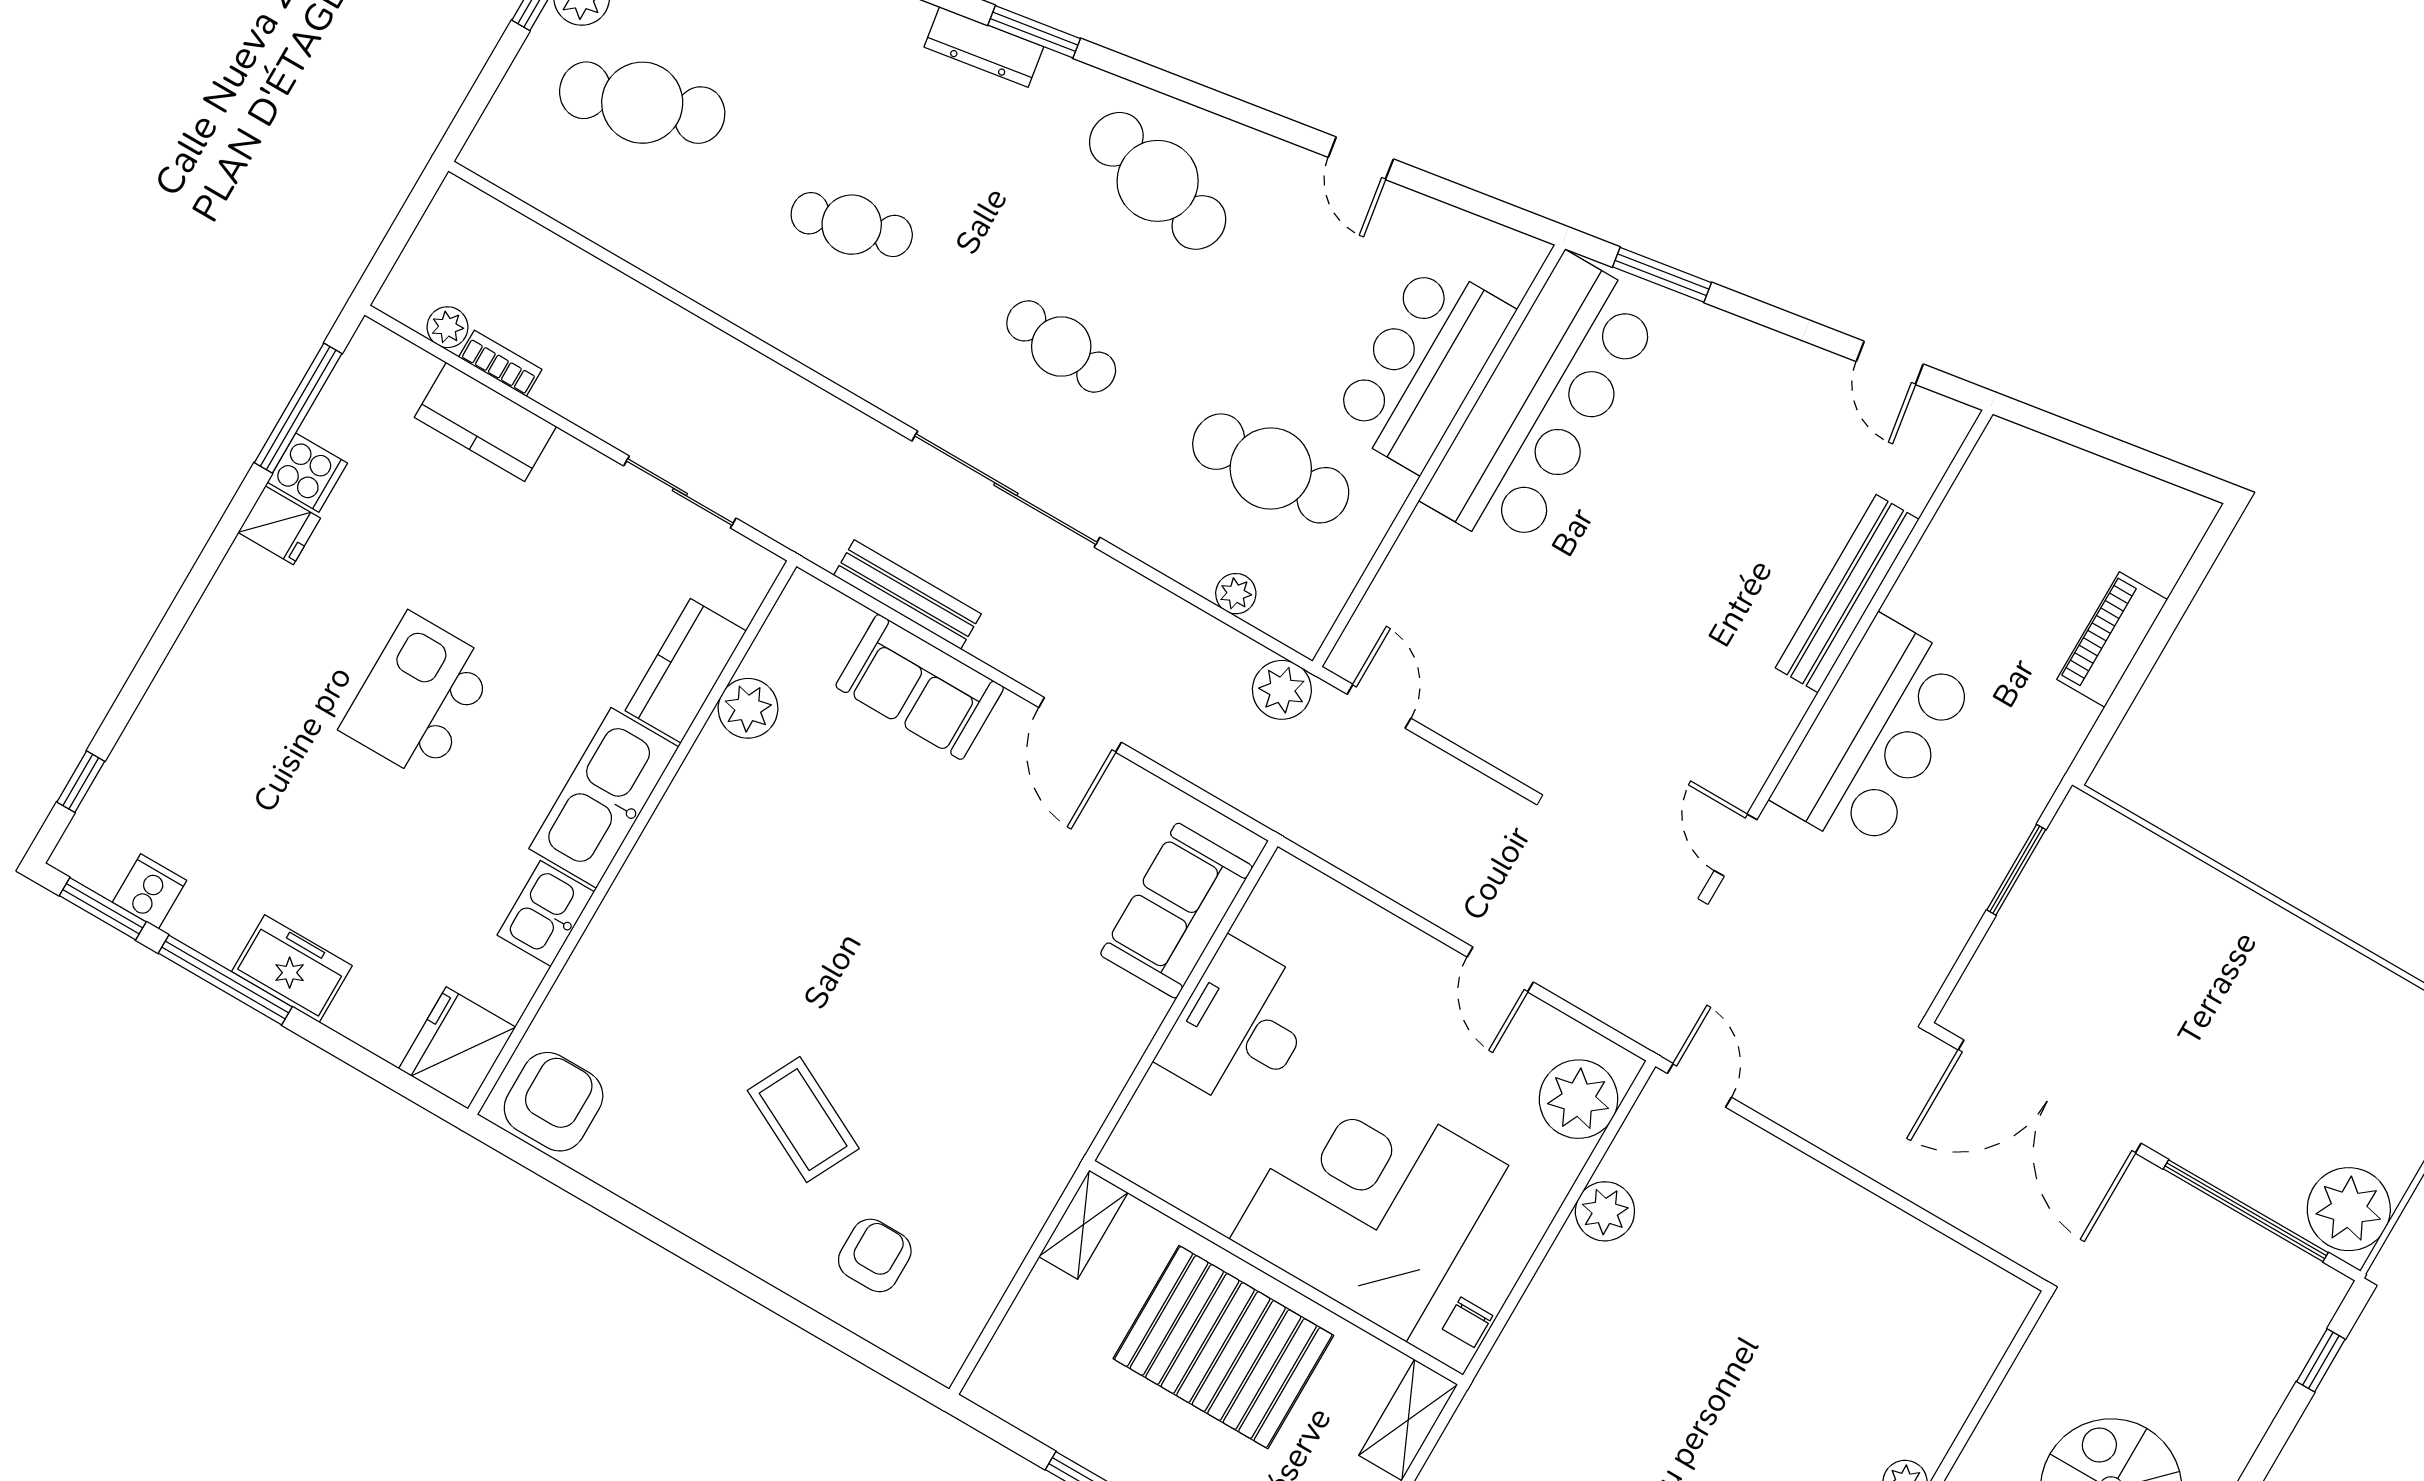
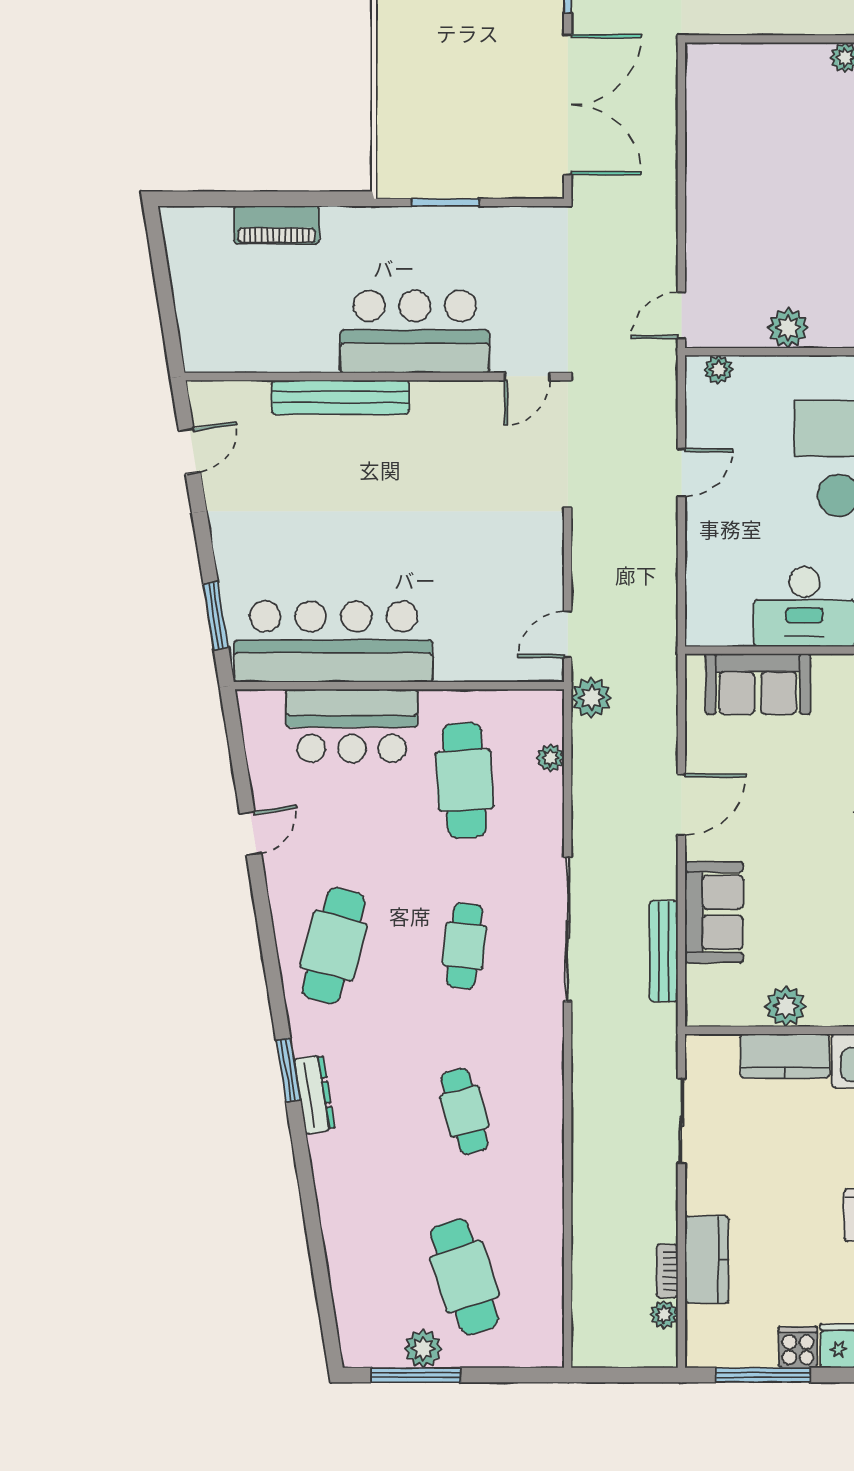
plant: (1579, 1099) -> (718, 369), width x0.53, depth x0.53

